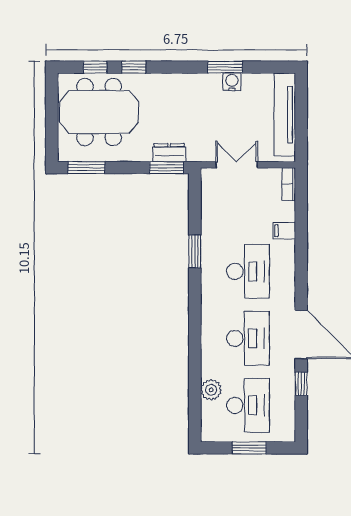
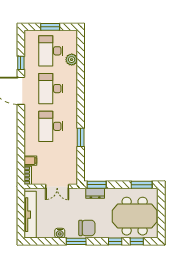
window: (225, 67) -> (76, 241), moved
chair: (184, 91) -> (87, 228), added
filing cabinet: (284, 231) -> (30, 161), moved

